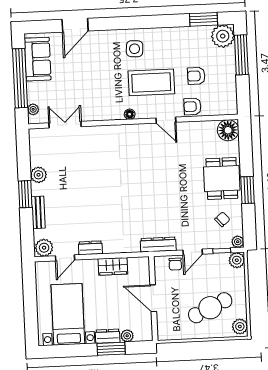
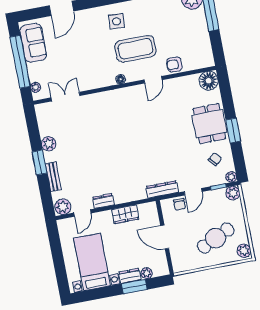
armchair: (196, 76) -> (174, 37), removed
door: (166, 120) -> (153, 80), hinge flipped

